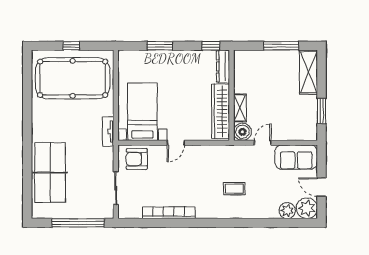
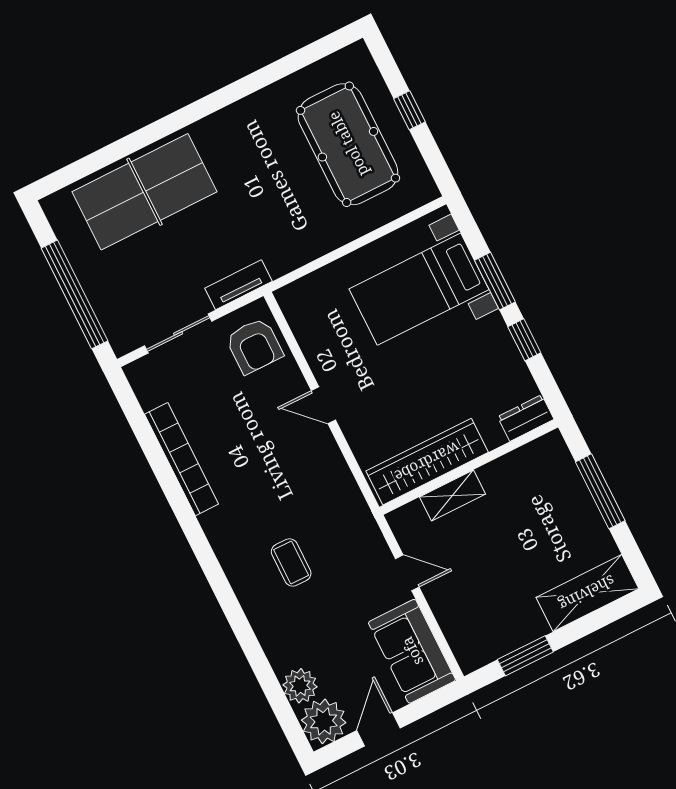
window: (211, 46) -> (524, 340), moved
window: (281, 46) -> (600, 491), moved
dresser: (223, 66) -> (526, 418), width x0.70
pool table: (73, 78) -> (348, 144), width x0.73, depth x0.76
bed with nightstands: (142, 112) -> (419, 289), moved, turned 180
tv unit: (108, 131) -> (238, 285), moved
boiler: (242, 132) -> (409, 523), removed
armchair: (137, 159) -> (254, 346), turned 180

